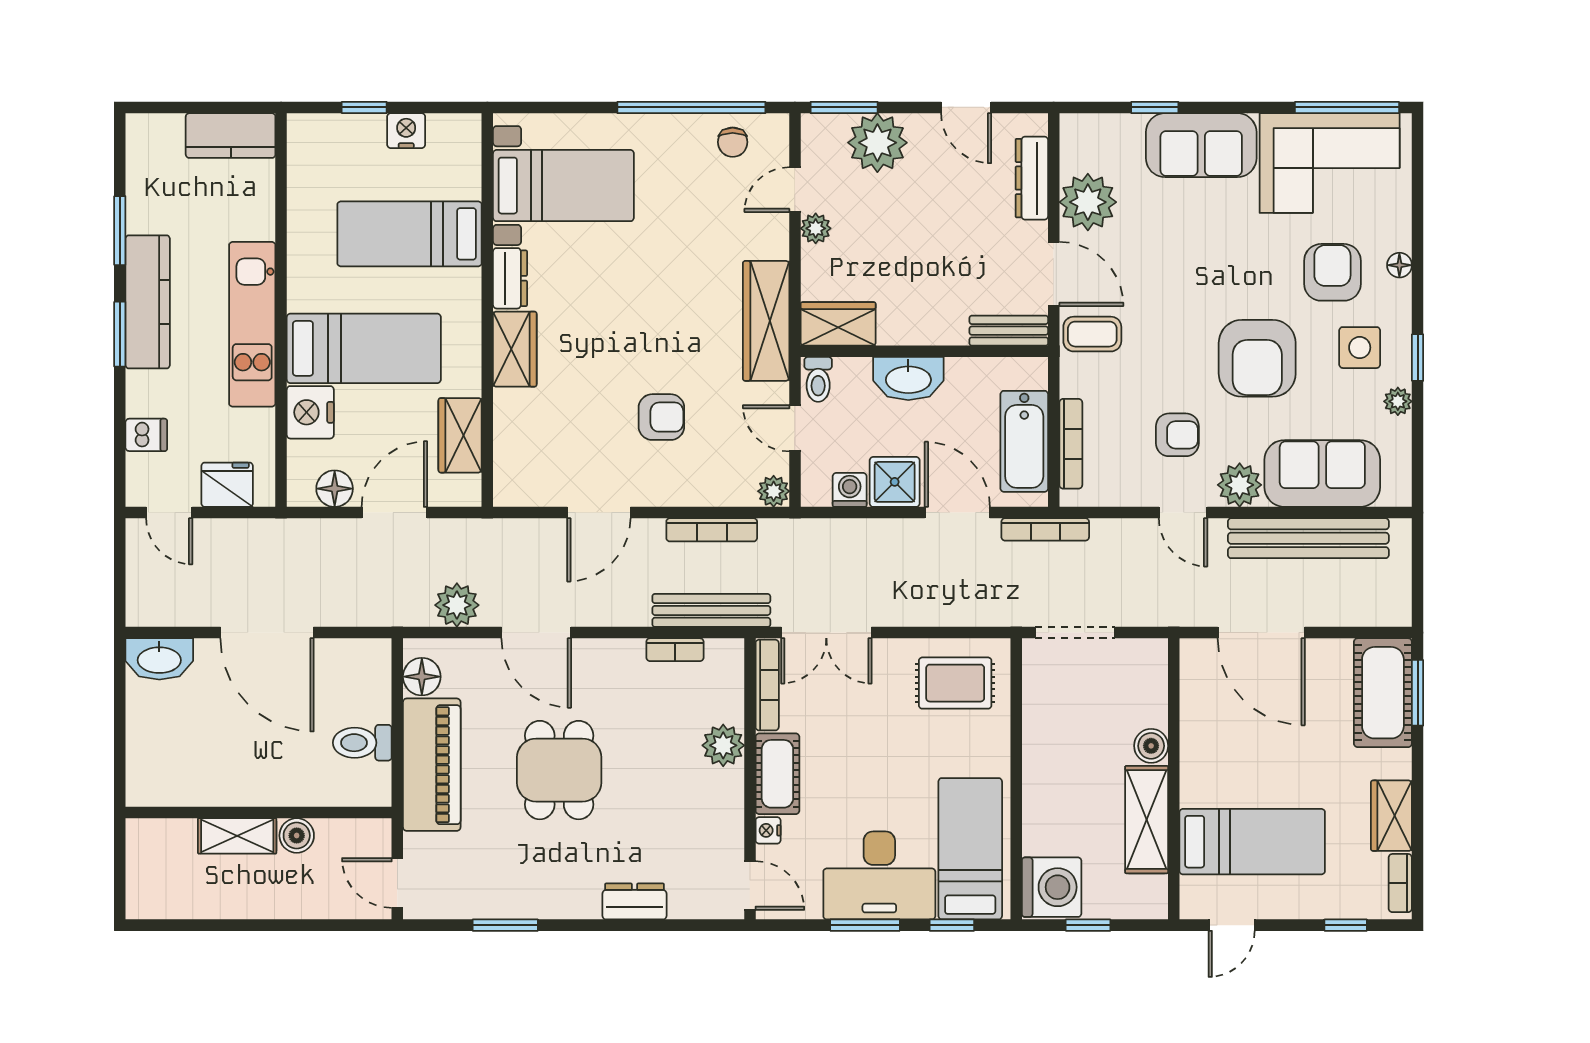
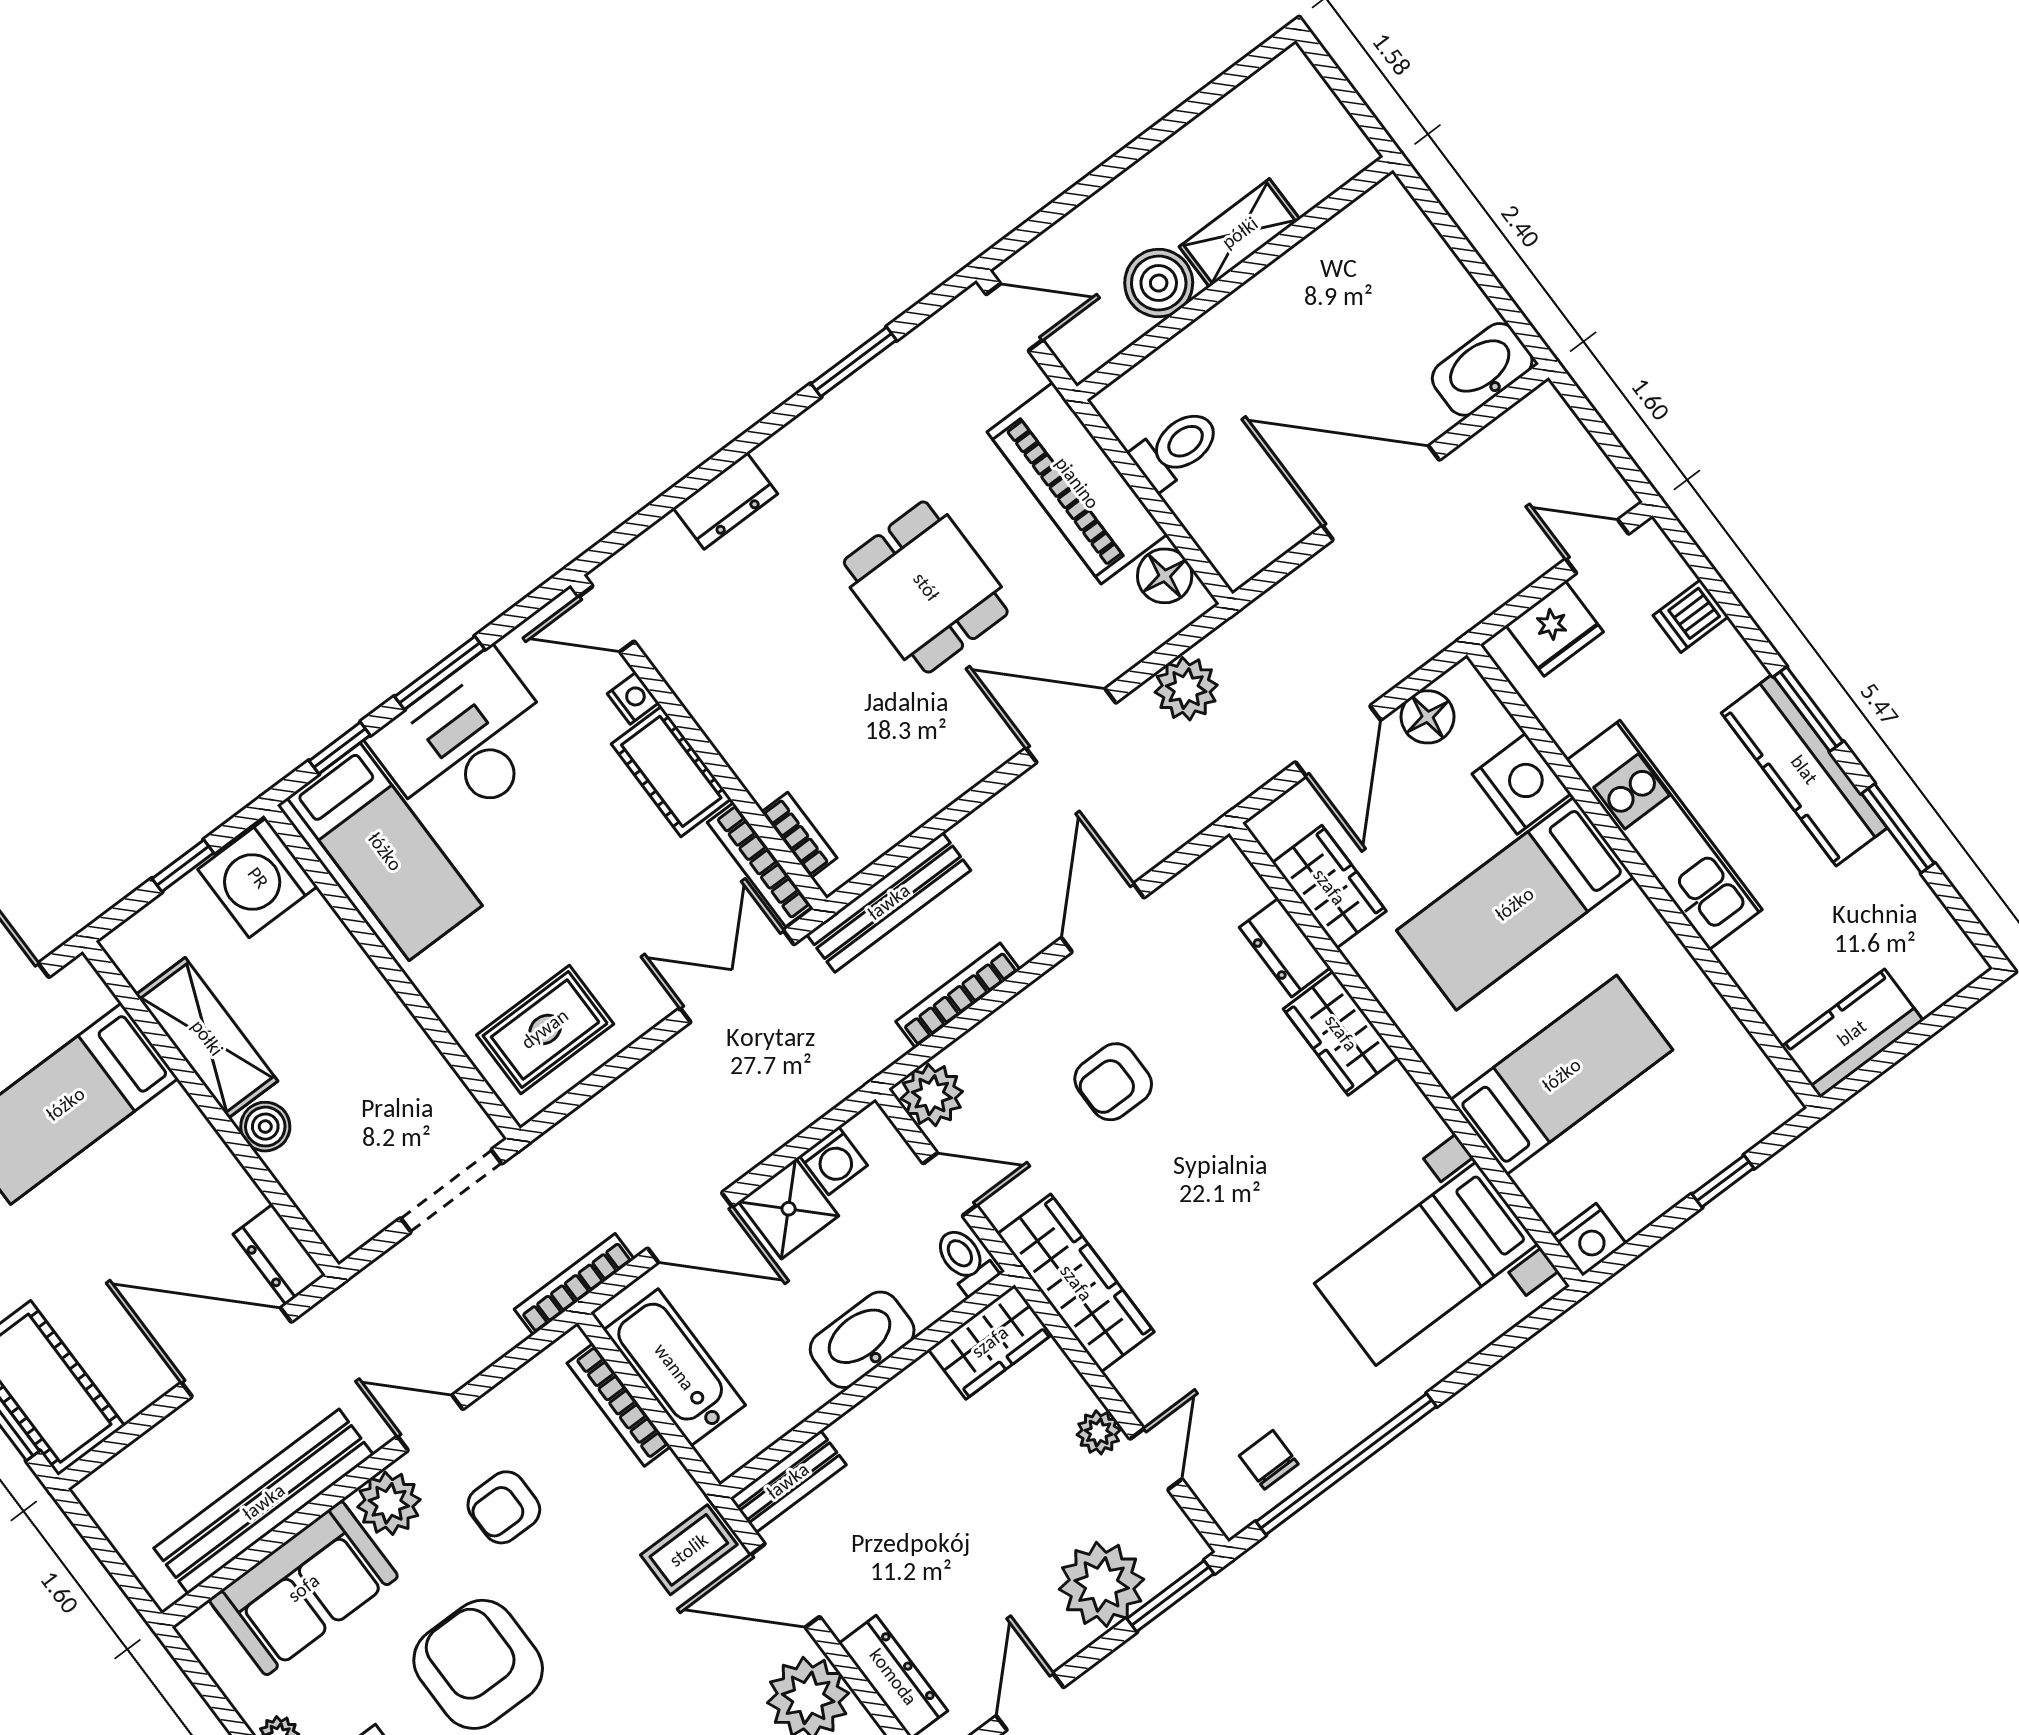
door: (966, 107) -> (1030, 1702), hinge flipped
nightstand: (406, 131) -> (1589, 1240), moved
dresser: (510, 278) -> (1285, 948), moved
plant: (774, 491) -> (932, 1095), width x1.38, depth x1.38
bookcase: (675, 650) -> (799, 835), moved, turned 90
dresser: (1197, 669) -> (279, 1254), added
plant: (723, 745) -> (758, 757), removed
boiler: (297, 836) -> (1159, 283), width x1.36, depth x1.36

